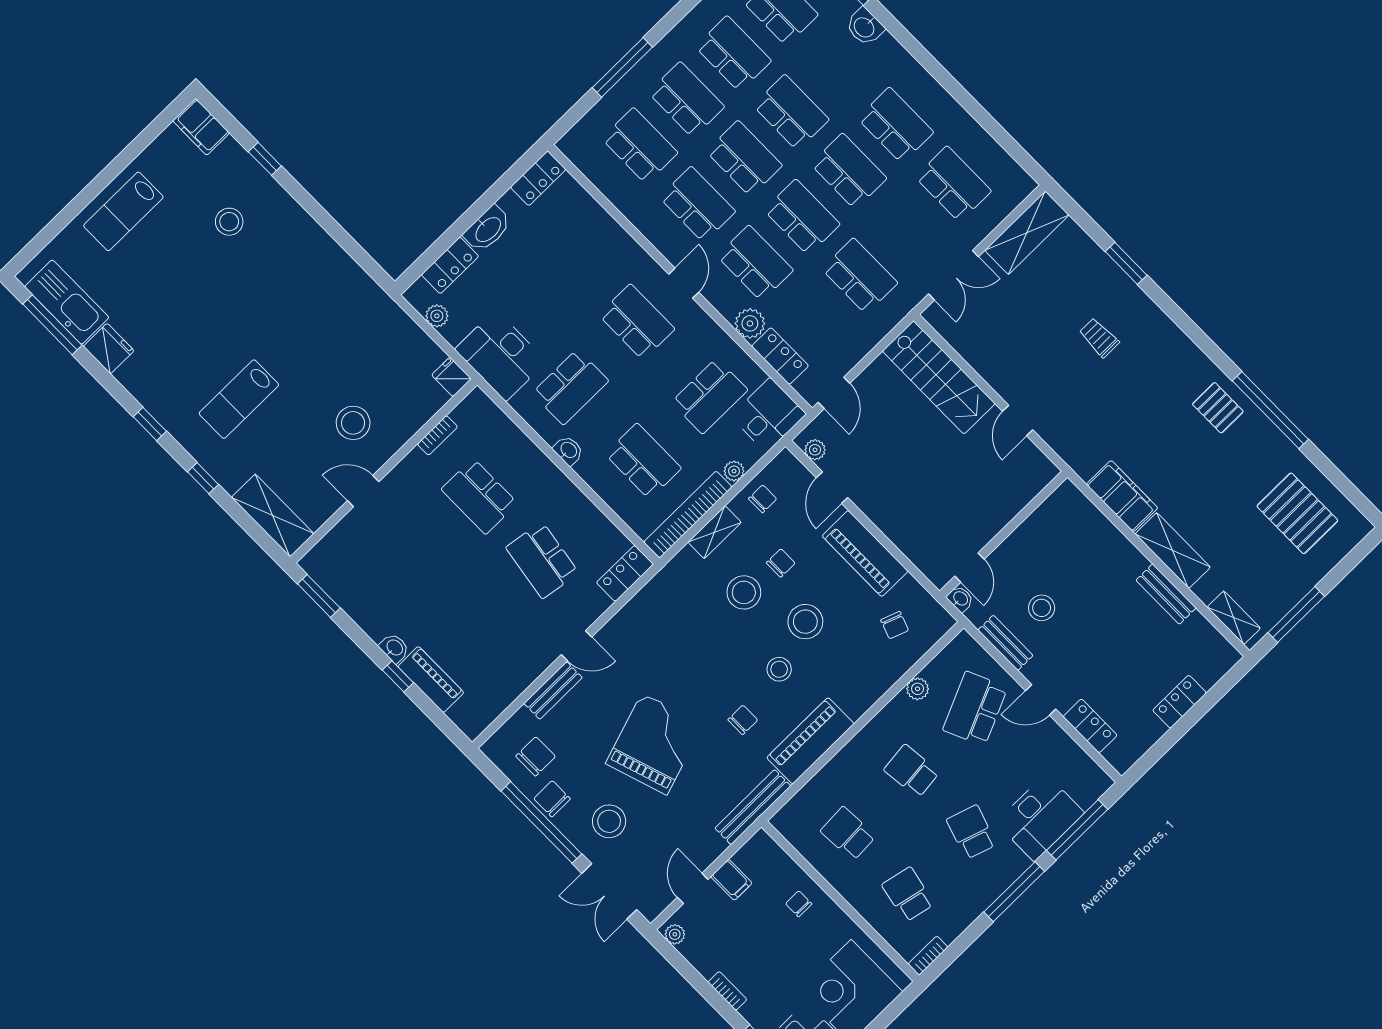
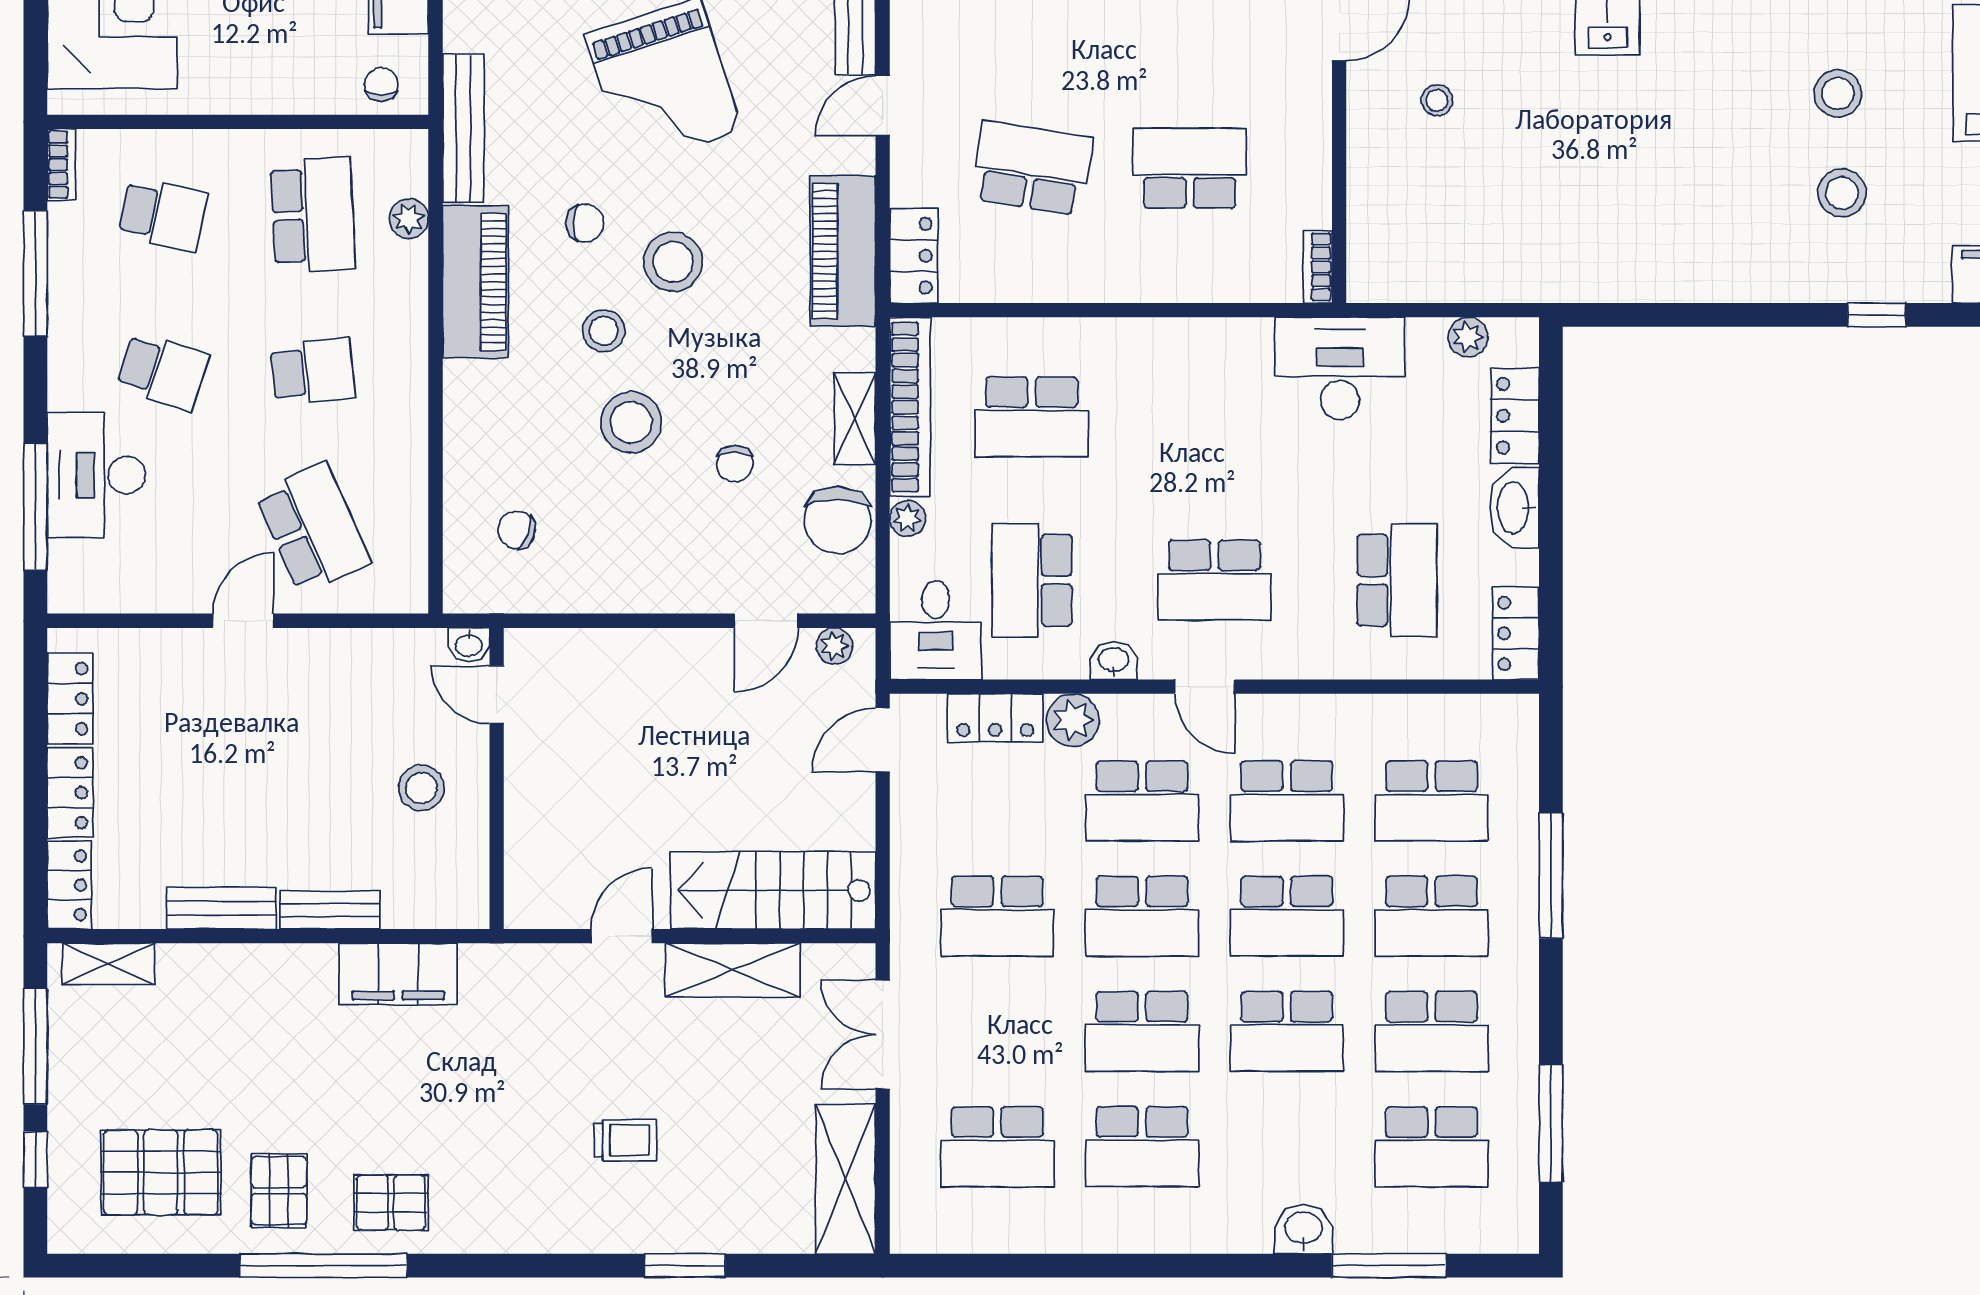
stool: (190, 263) -> (1838, 93), added
fridge: (452, 377) -> (1373, 280), removed
school desk: (570, 387) -> (1397, 580), moved, turned 180
door: (834, 393) -> (883, 740), hinge flipped
door: (1018, 420) -> (622, 936), hinge flipped
stool: (353, 423) -> (1437, 100), width x0.53, depth x0.53
bookcase: (437, 435) -> (1318, 267), moved
washbasin: (568, 450) -> (1114, 661), moved, turned 180
pallet: (1258, 458) -> (279, 1191), added
door: (832, 488) -> (766, 621), swing flipped
chair: (763, 499) -> (838, 520), width x1.87, depth x1.87
shelving: (1173, 551) -> (733, 970), moved
piano: (865, 554) -> (843, 251), moved, turned -90
window: (1342, 569) -> (35, 1160), added
stool: (744, 592) -> (673, 262), moved
stool: (1042, 608) -> (421, 788), moved
bench: (1005, 643) -> (330, 910), moved
locker: (1217, 665) -> (69, 885), added
plant: (918, 689) -> (409, 219), moved
chair: (743, 720) -> (585, 223), turned -90
locker: (1090, 726) -> (70, 699), moved, turned -90
school desk: (848, 834) -> (313, 215), width x1.85
window: (1014, 892) -> (35, 274), moved
chair: (799, 904) -> (381, 84), moved, turned -90

